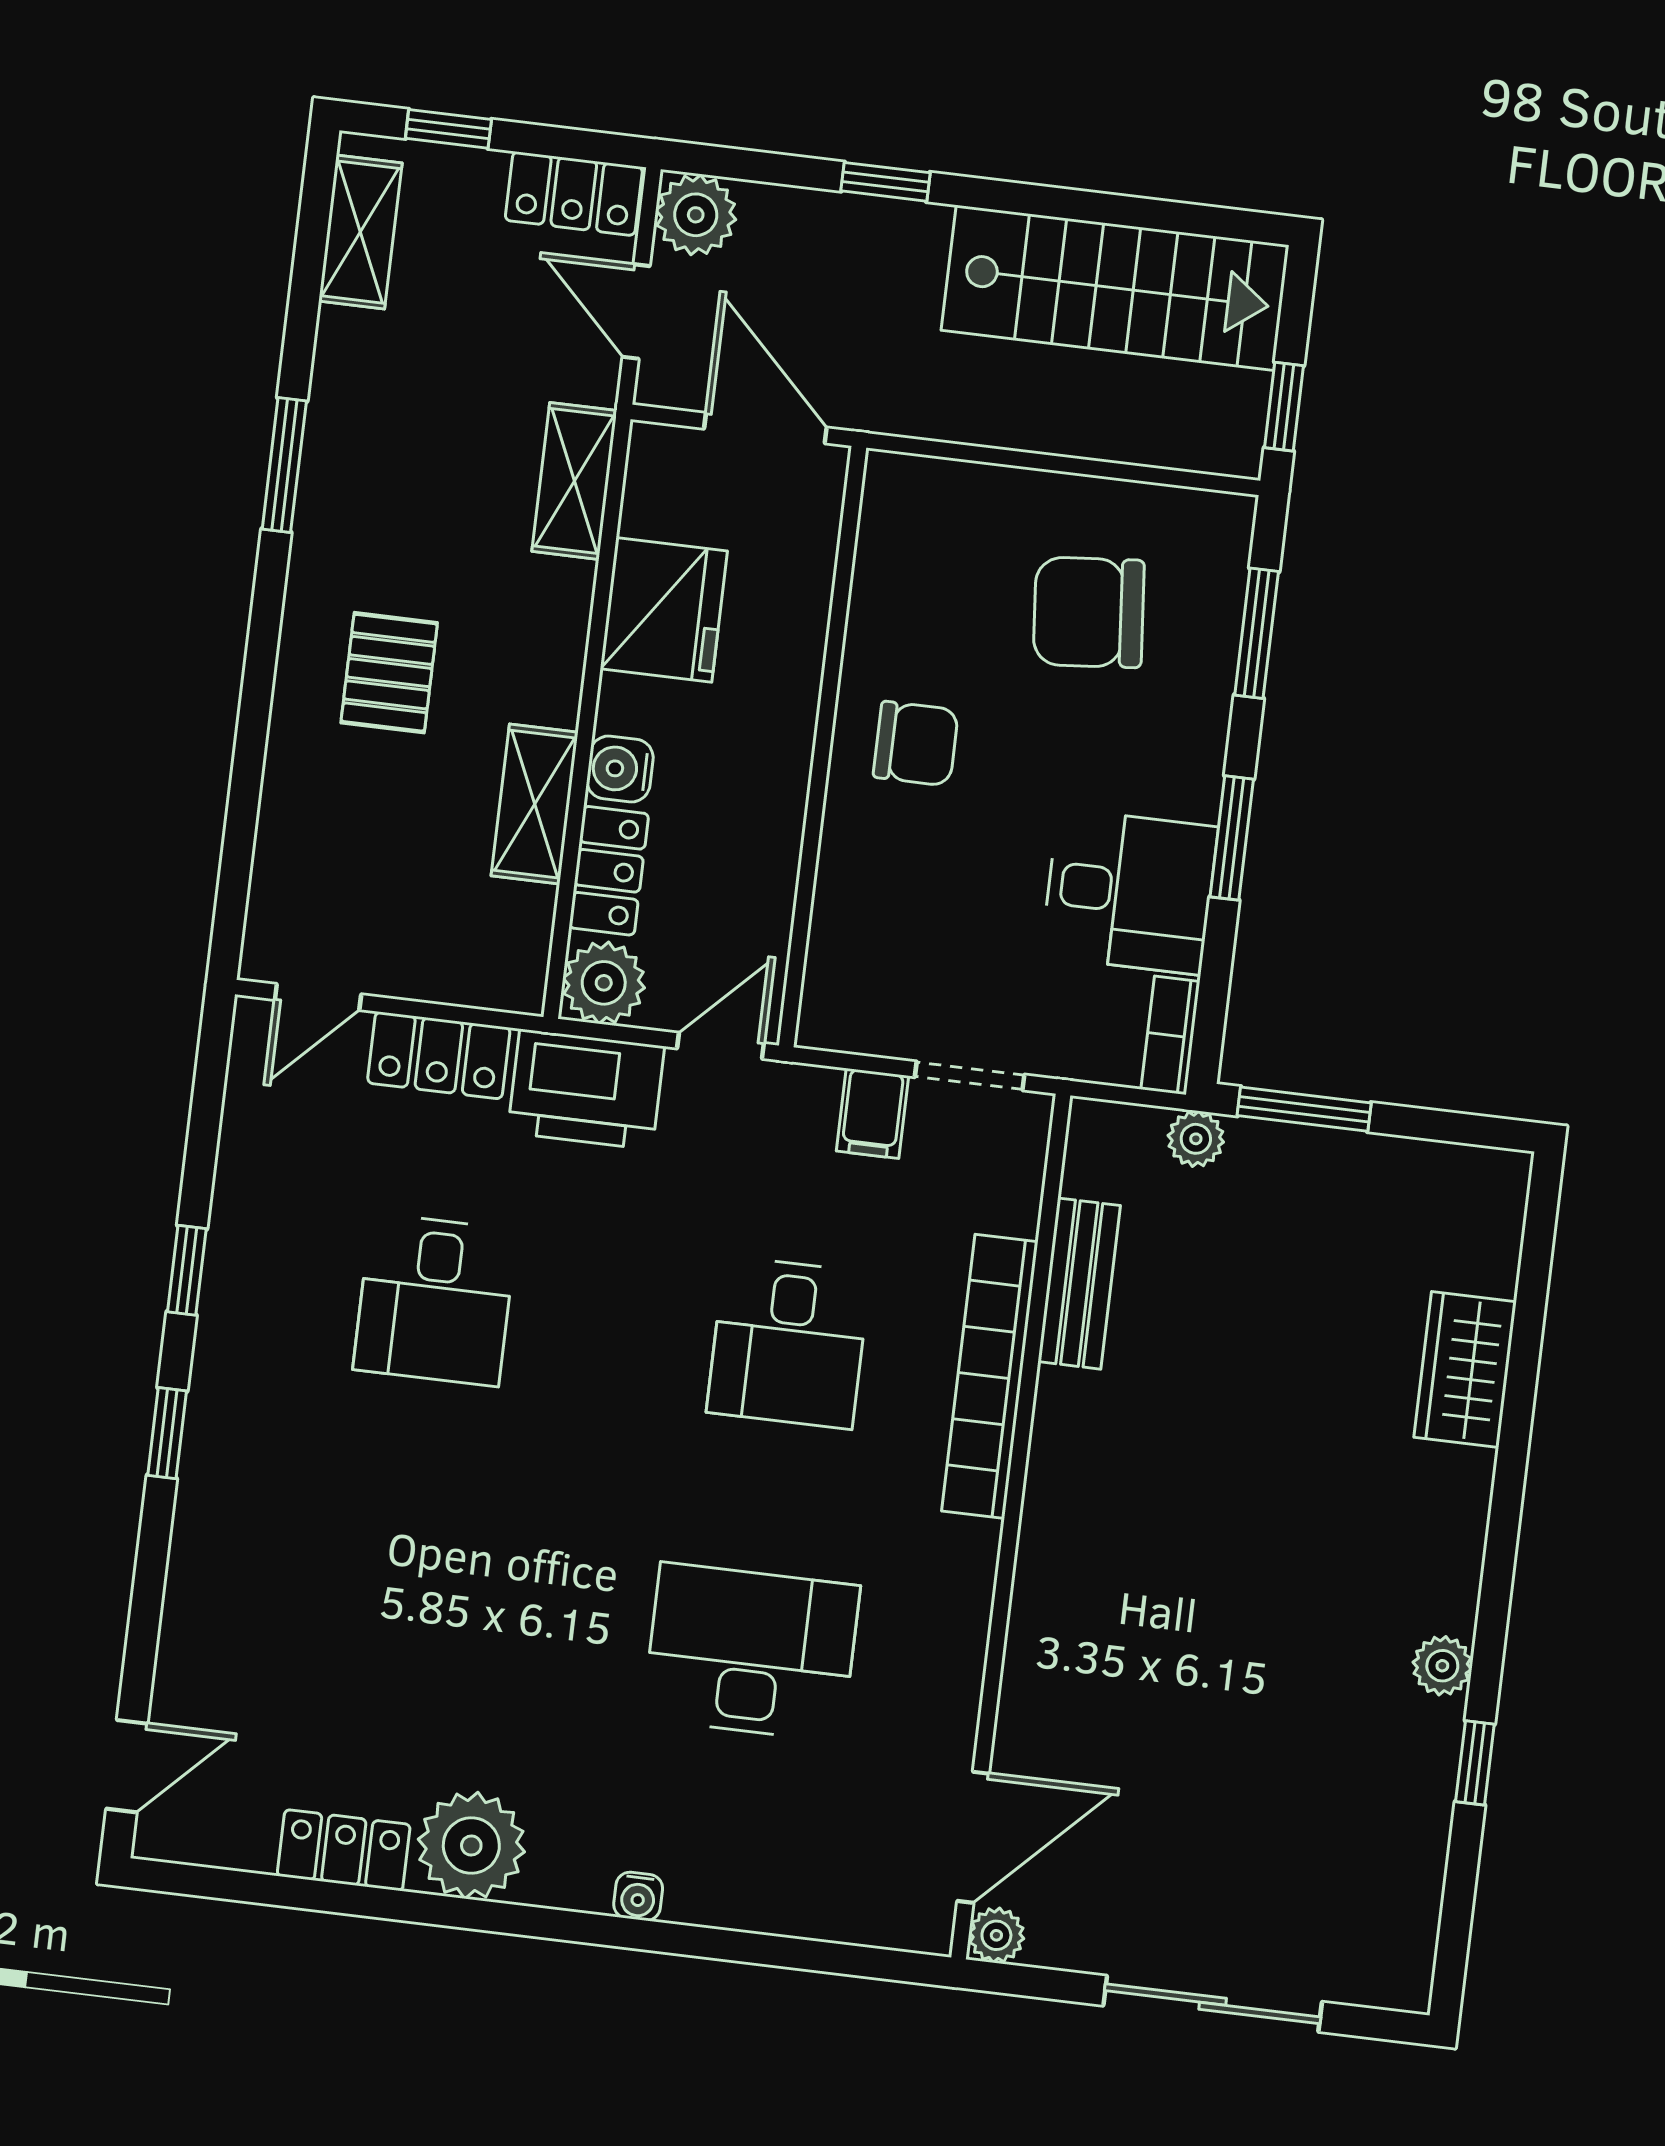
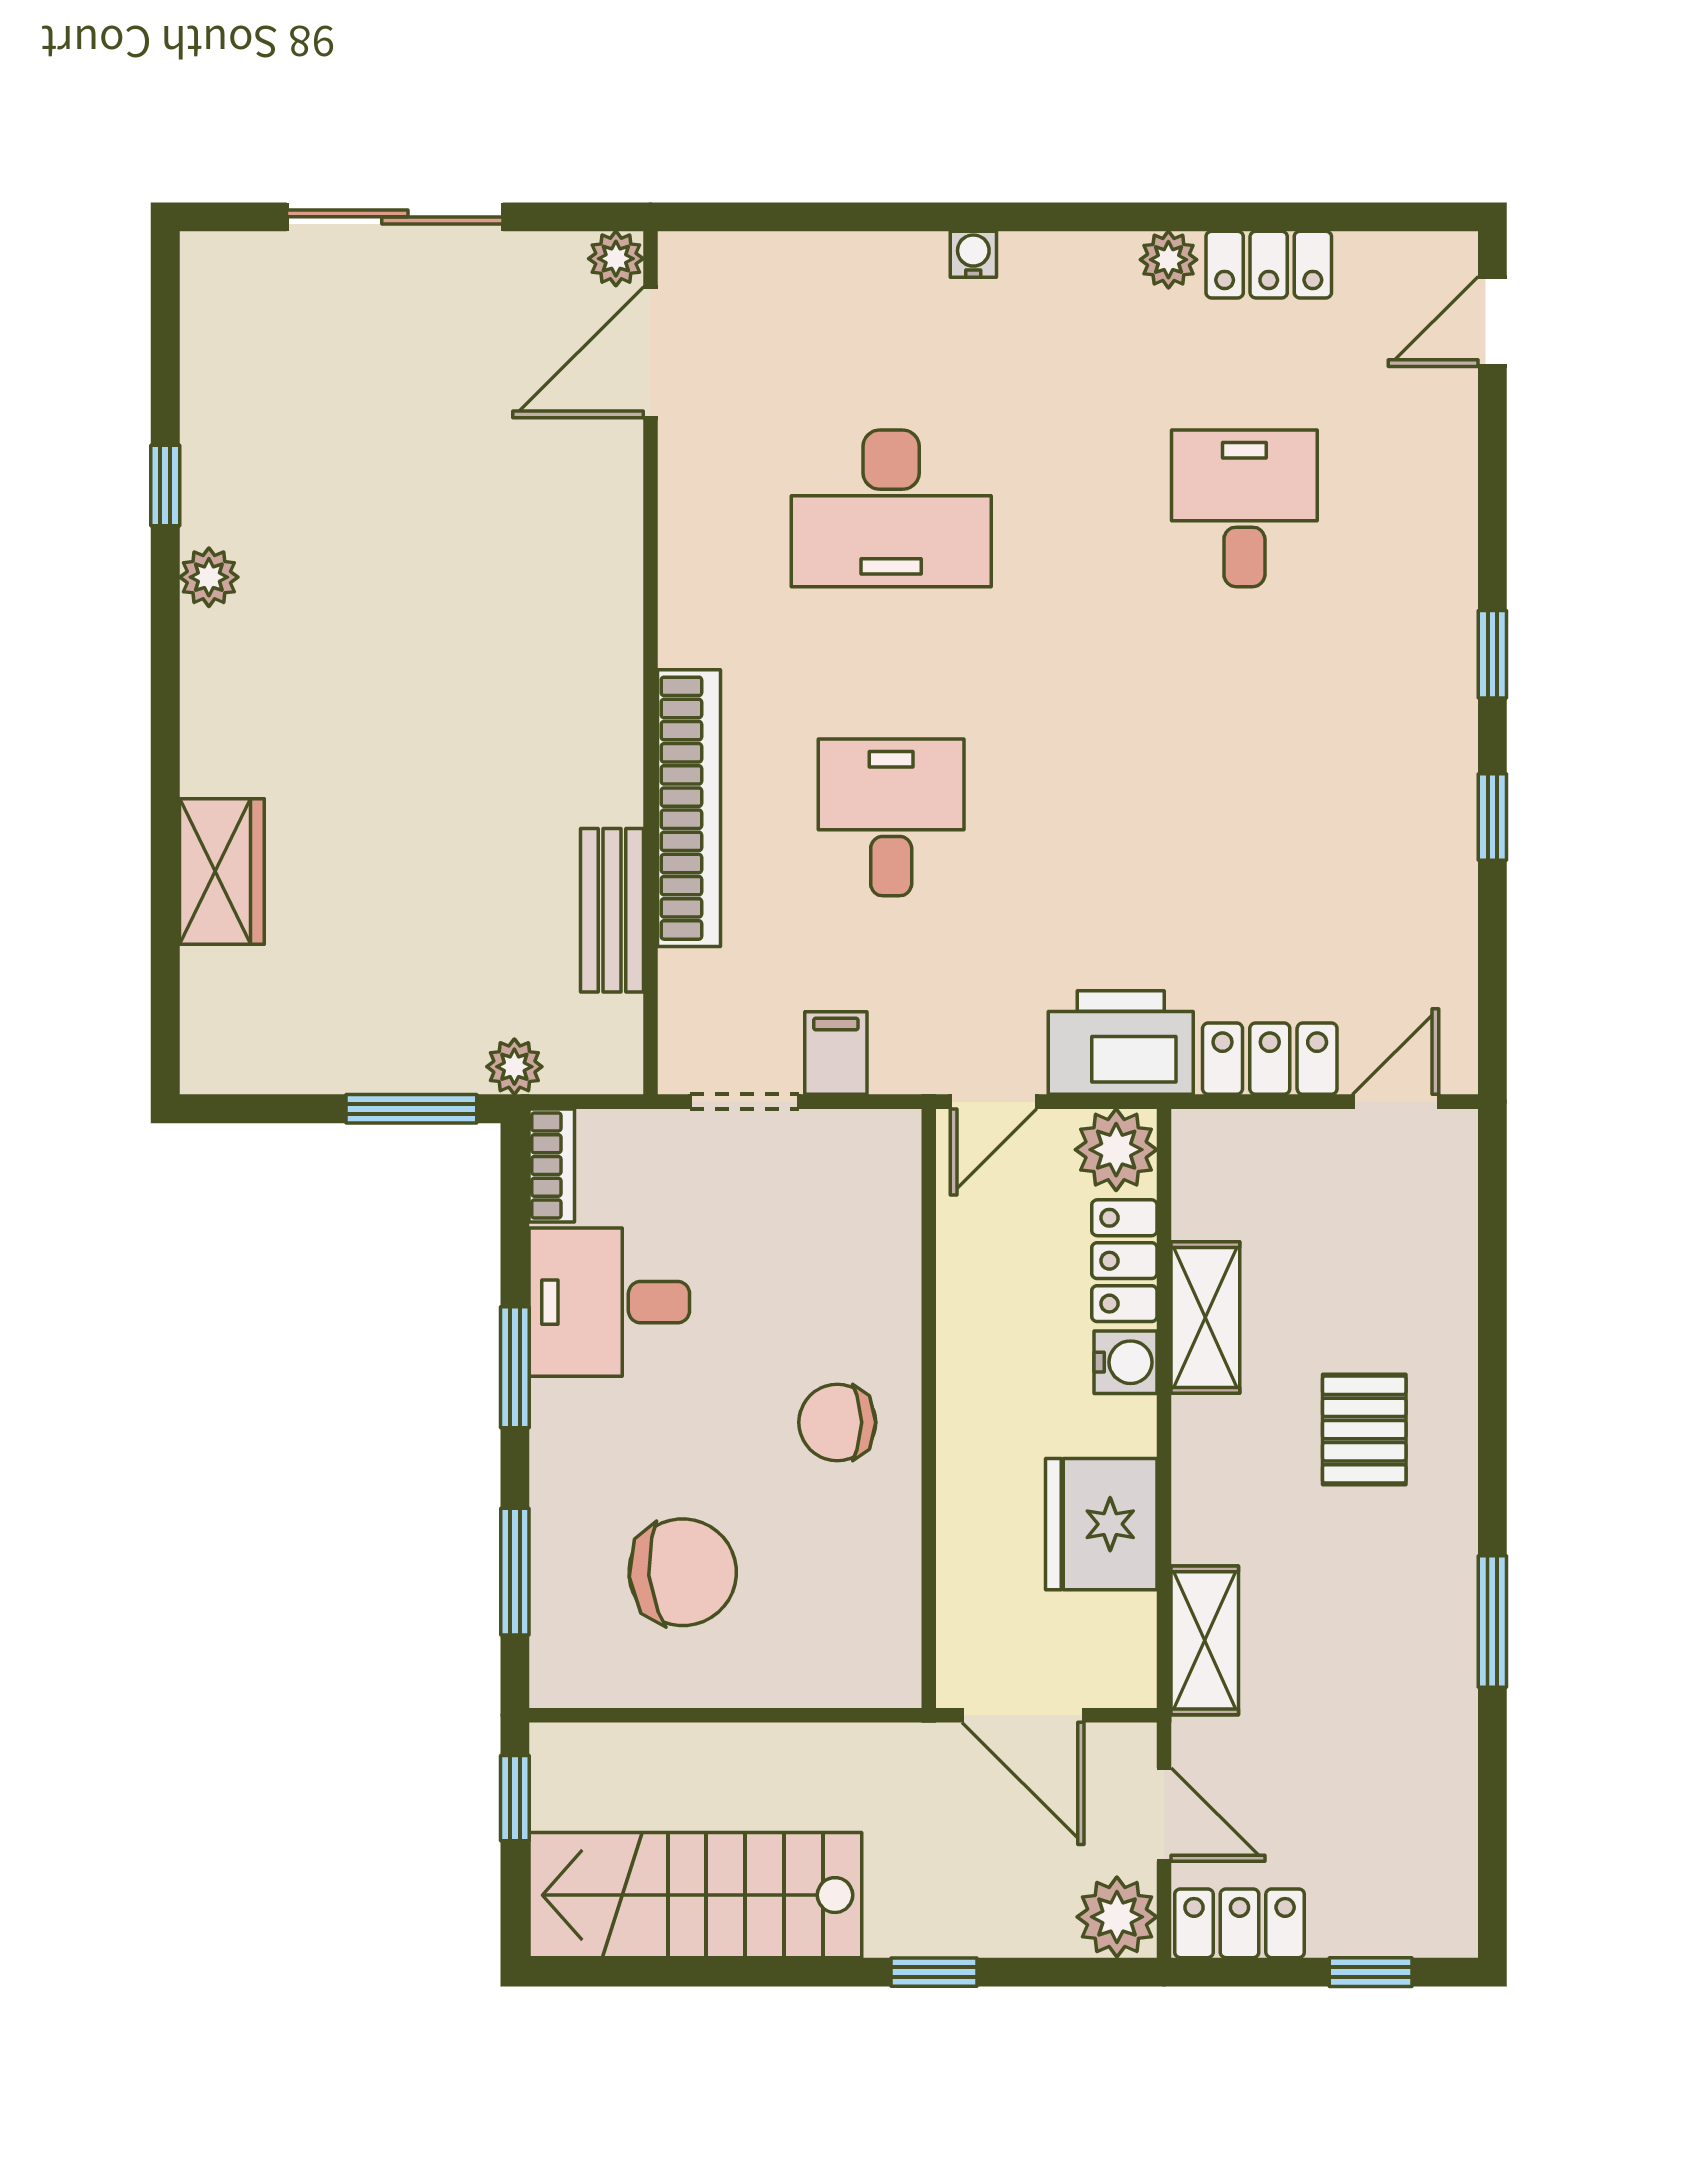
shelving: (360, 232) -> (1445, 1860), removed
desk: (435, 1300) -> (1244, 508), moved
plant: (471, 1845) -> (1168, 260), width x0.53, depth x0.53

